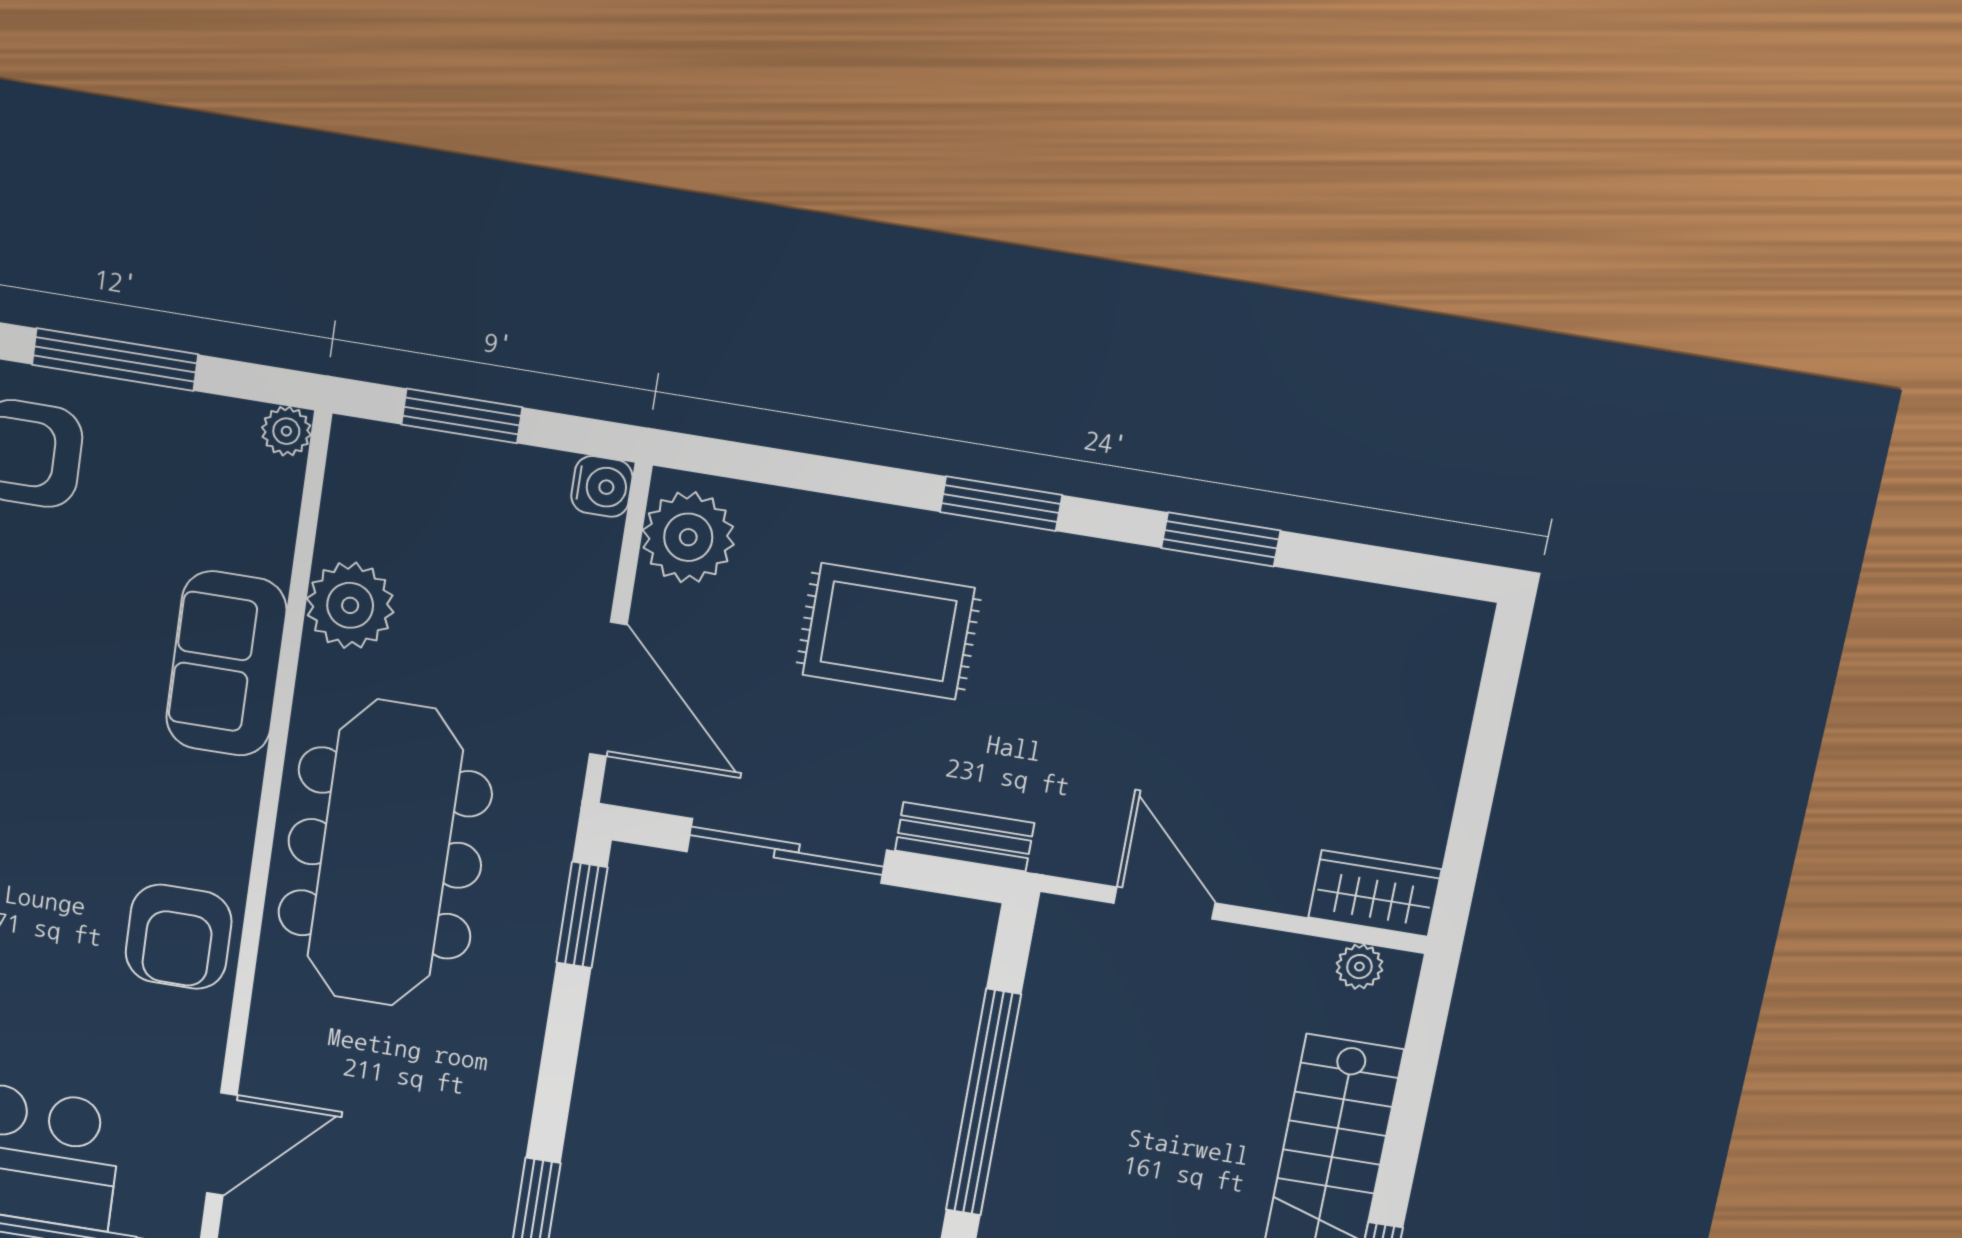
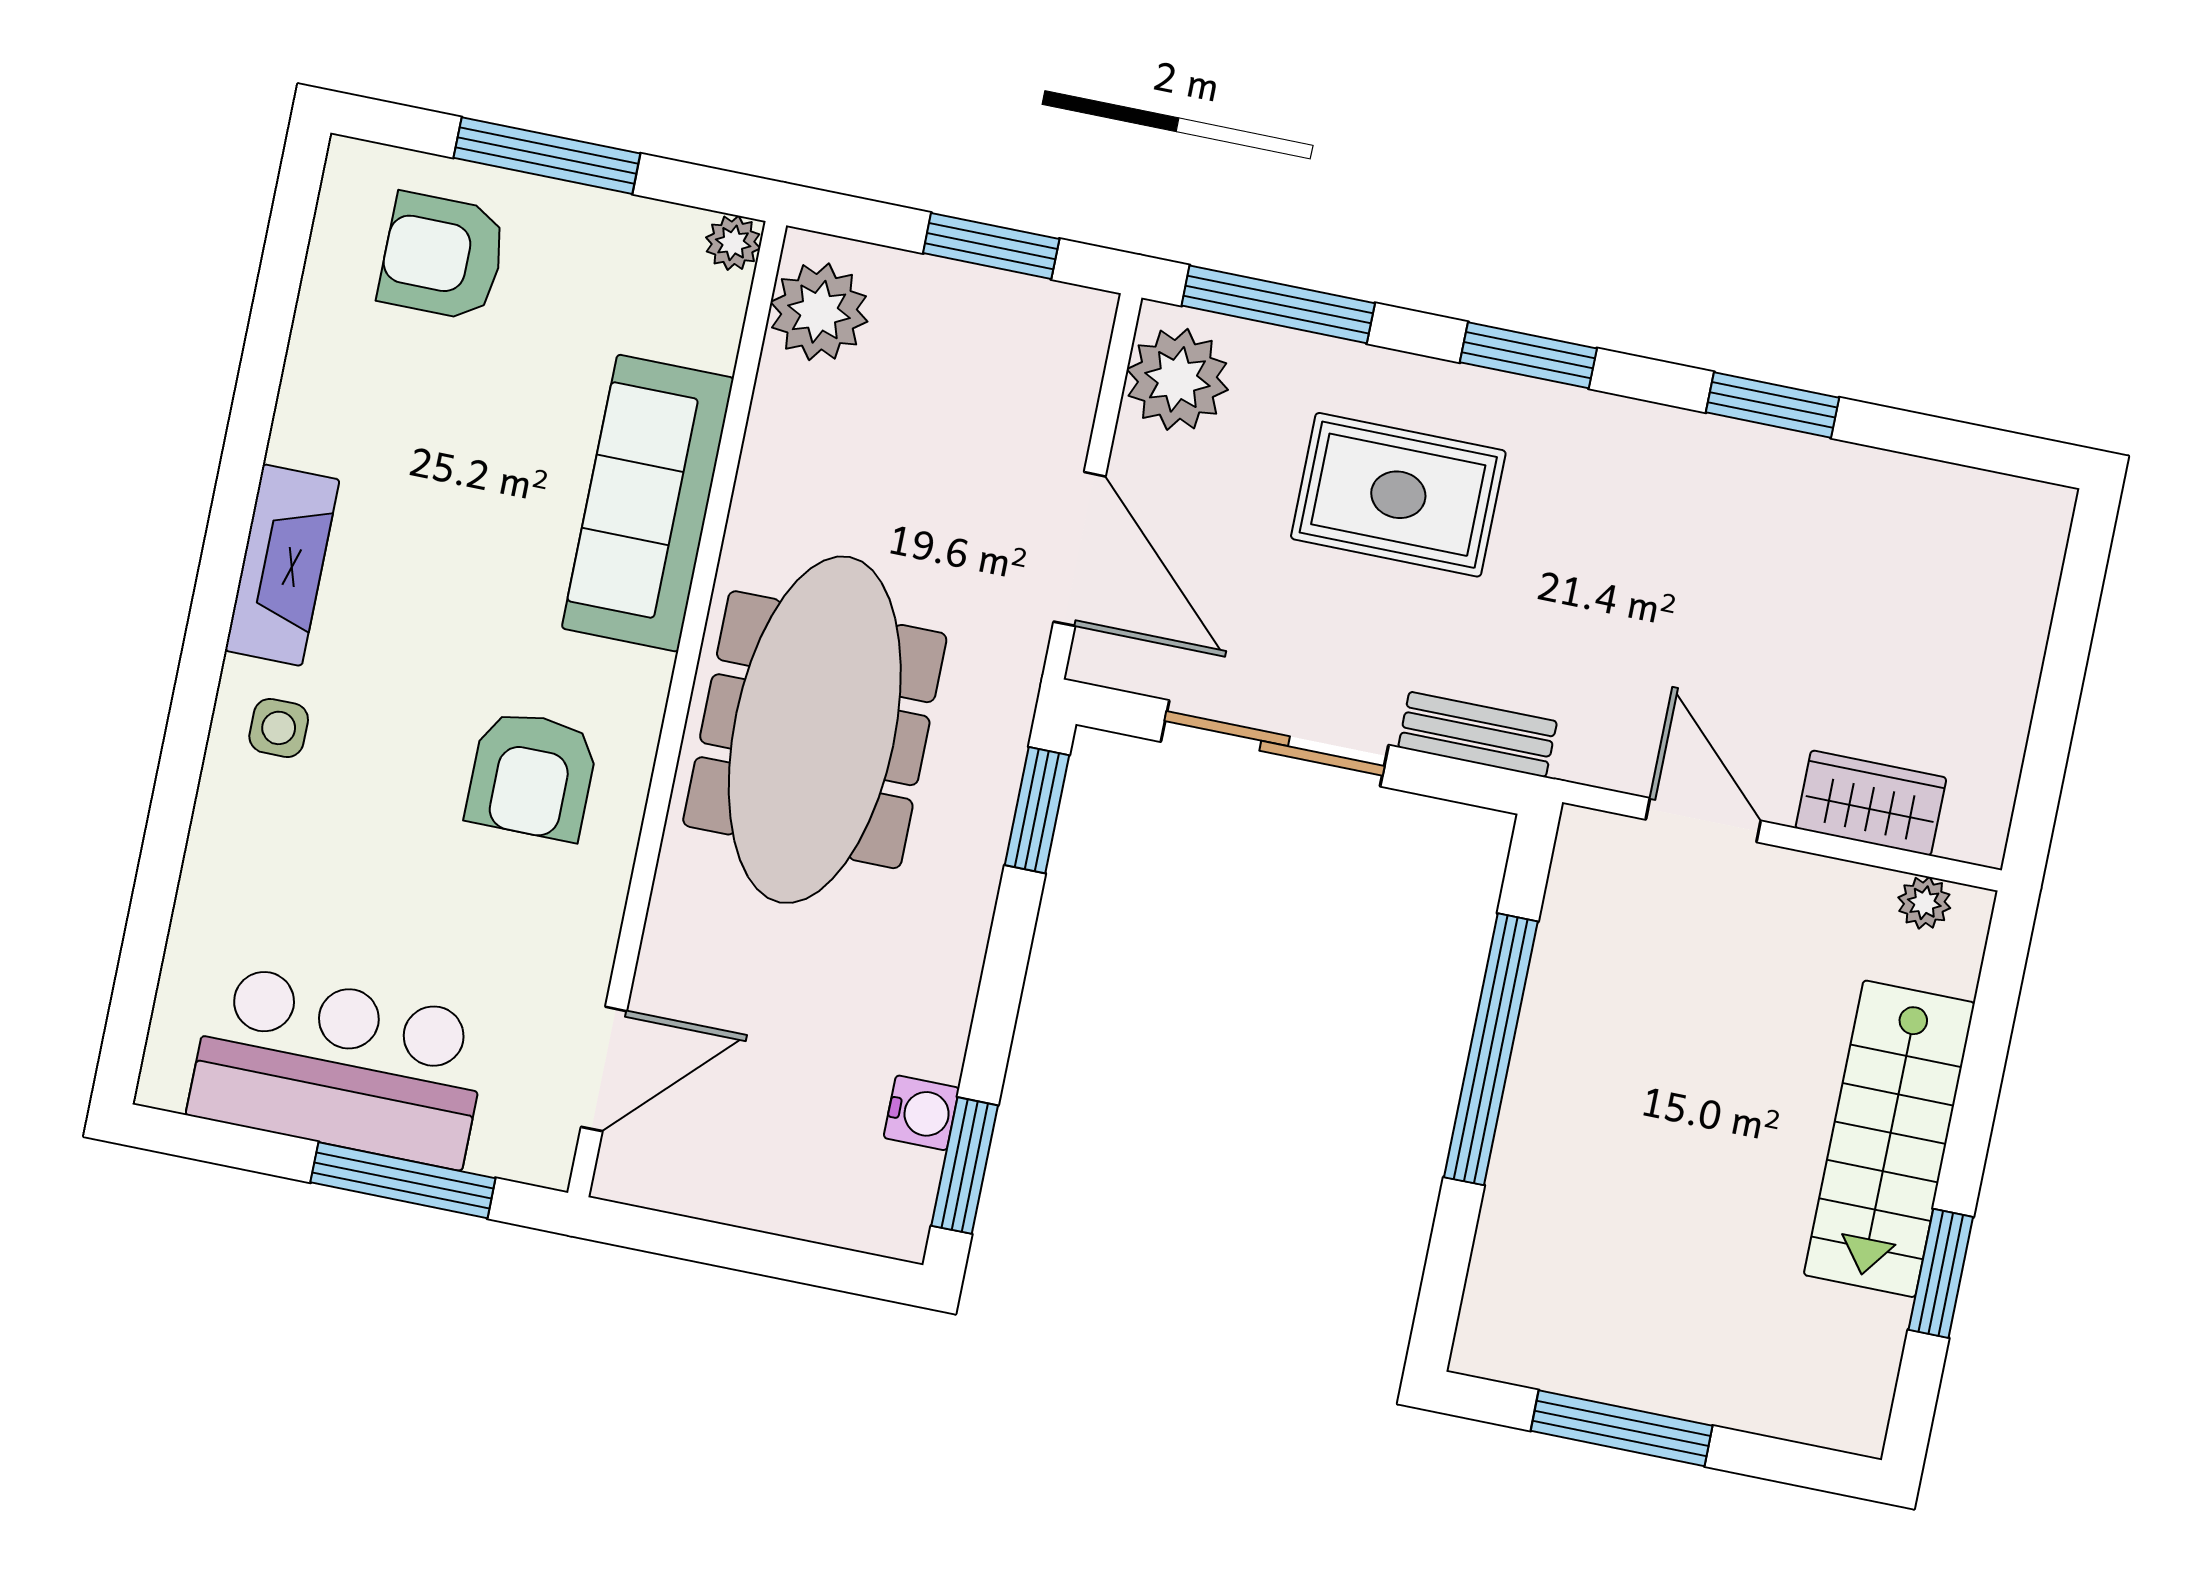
window: (462, 416) -> (991, 246), moved
window: (776, 467) -> (1278, 304), added
water cooler: (602, 486) -> (921, 1113), moved
plant: (350, 605) -> (819, 312), moved
sofa: (226, 664) -> (648, 503), width x1.36
wardrobe: (1375, 893) -> (1871, 803), moved
armchair: (179, 937) -> (532, 775), moved

